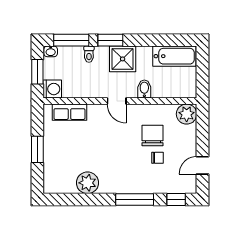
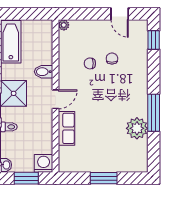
row of seats: (69, 112) -> (67, 128), moved
plant: (187, 114) -> (64, 25), width x0.53, depth x0.53
chair: (153, 136) -> (90, 63), width x0.54, depth x0.54
window: (135, 200) -> (154, 113), moved

